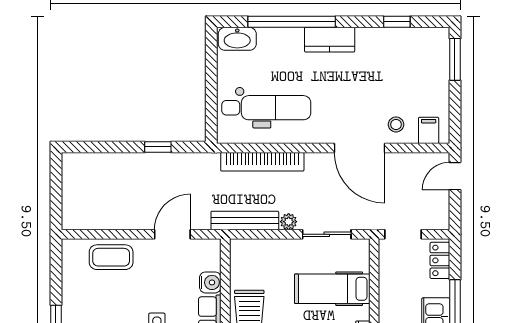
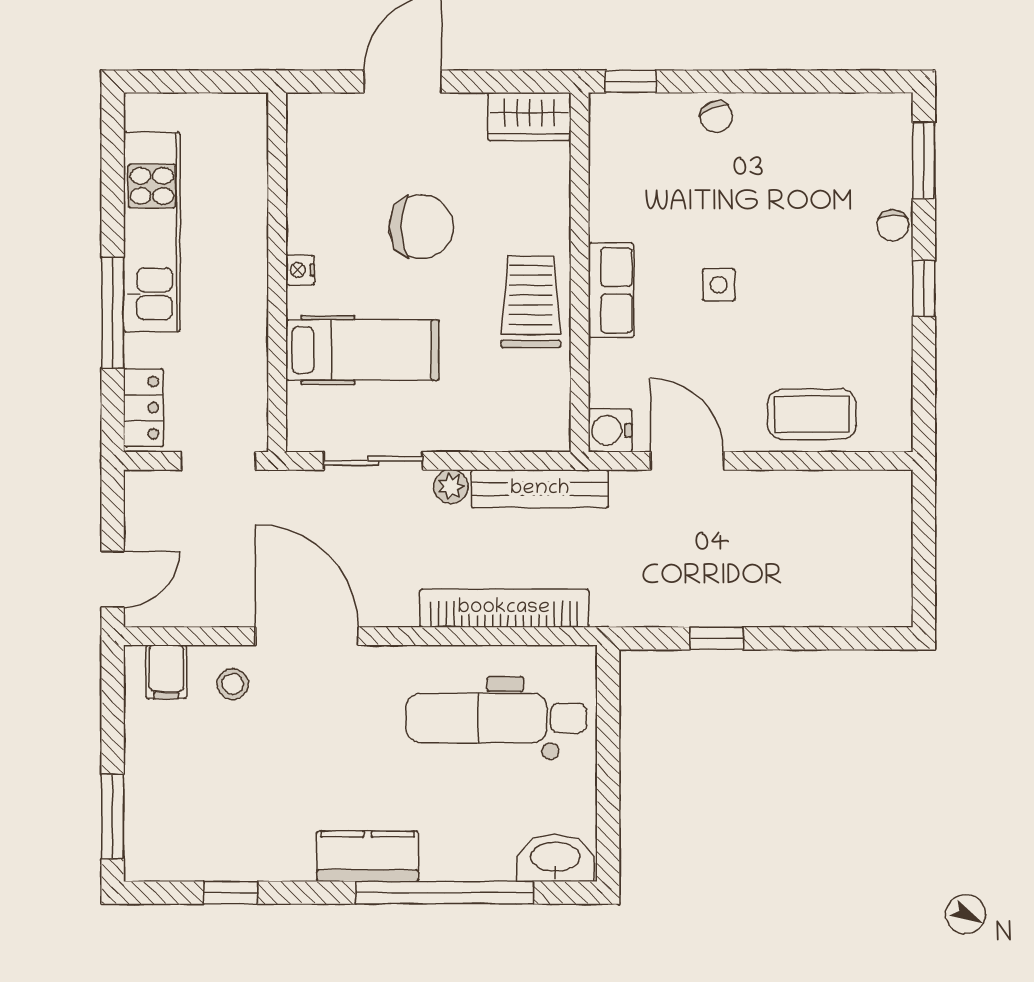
door: (172, 234) -> (687, 461), swing flipped
water cooler: (210, 282) -> (610, 430), moved

